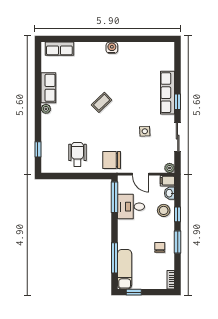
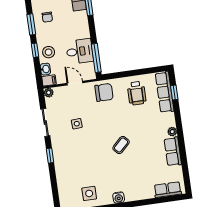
side table: (142, 56) -> (89, 193), added
row of seats: (167, 93) -> (165, 92), moved, turned 180

